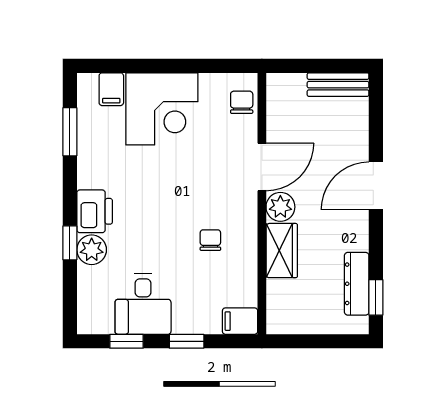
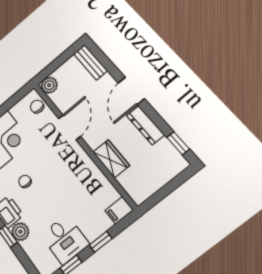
bench: (338, 85) -> (90, 62), moved, turned 90
plant: (280, 207) -> (49, 85), moved
chair: (210, 240) -> (25, 181), moved
dresser: (357, 284) -> (145, 125), moved

